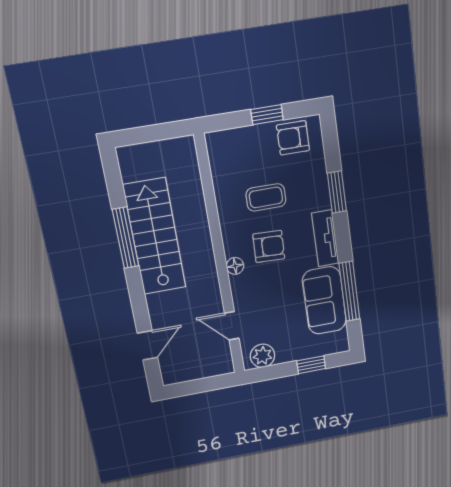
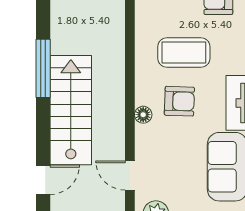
coffee table: (266, 197) -> (184, 53), width x1.36, depth x1.30
stairs: (155, 237) -> (71, 110), moved

